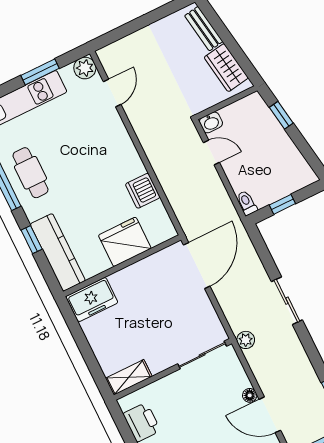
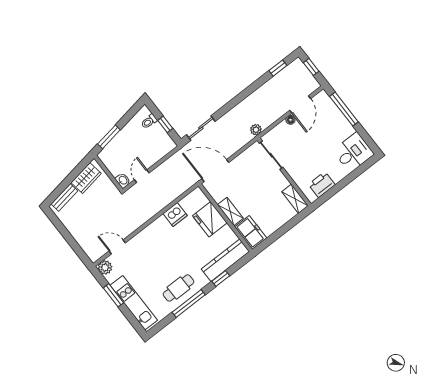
window: (281, 115) -> (109, 137), width x1.50
toilet: (247, 203) -> (149, 121), moved
shelving: (130, 275) -> (230, 212), added
sliding door: (287, 301) -> (201, 128), moved

